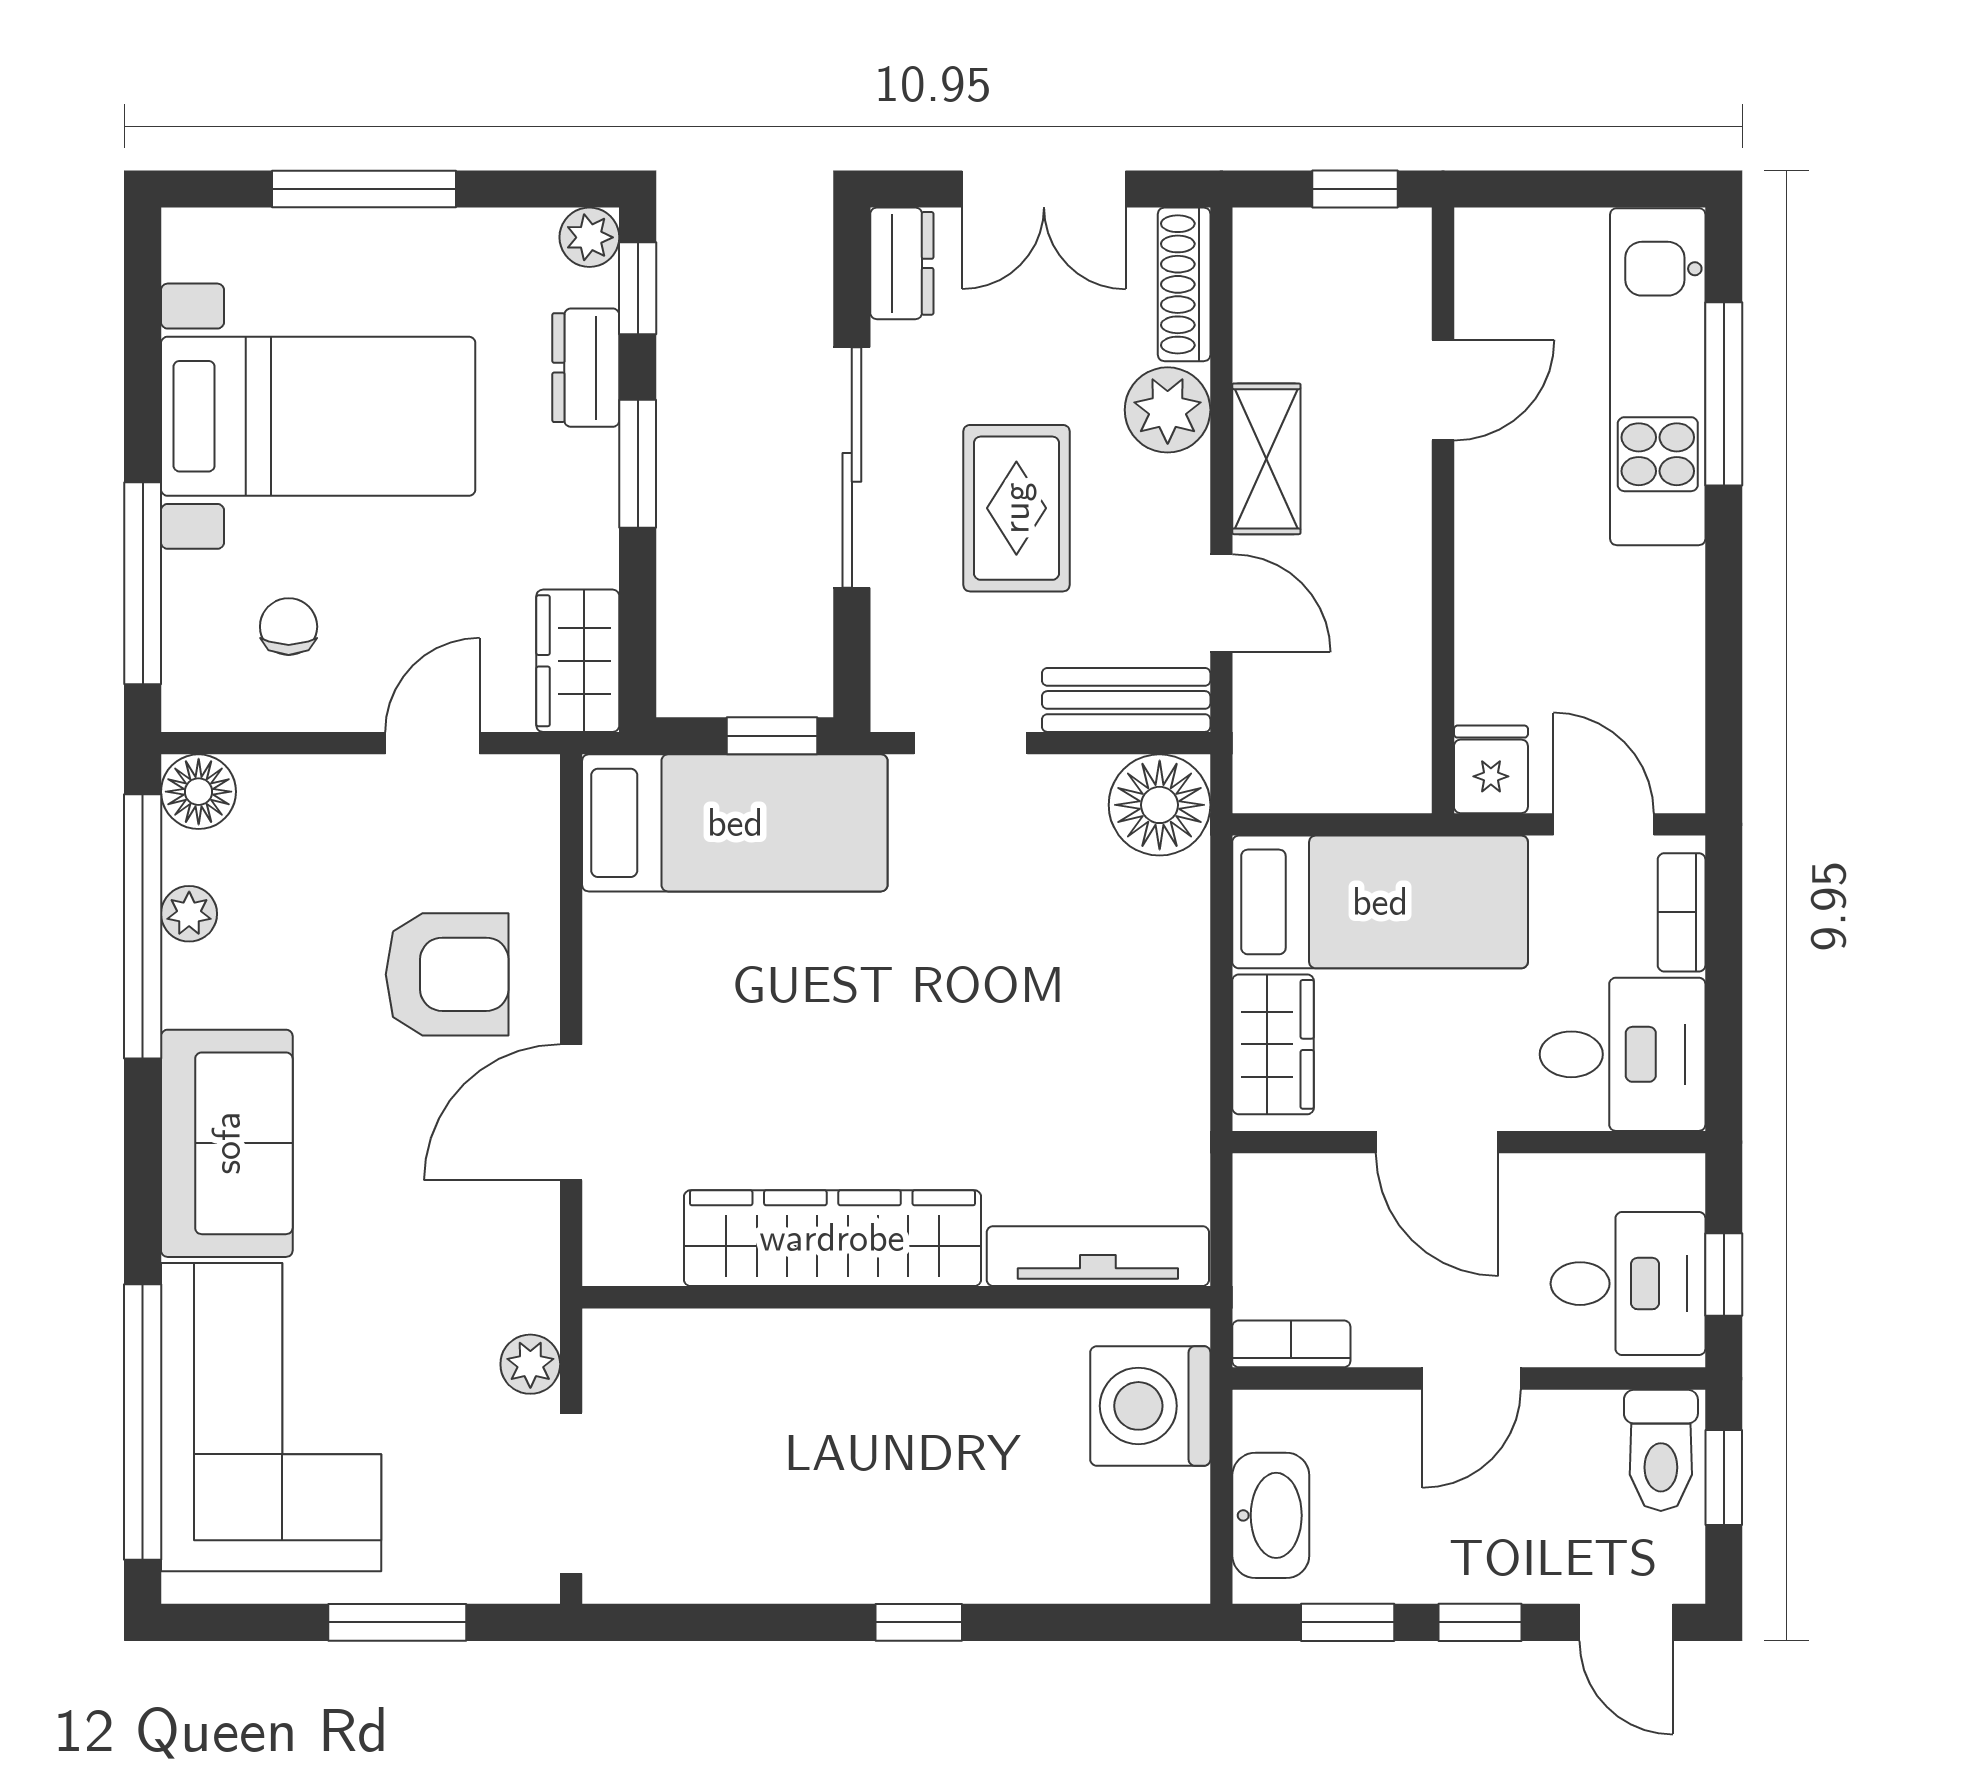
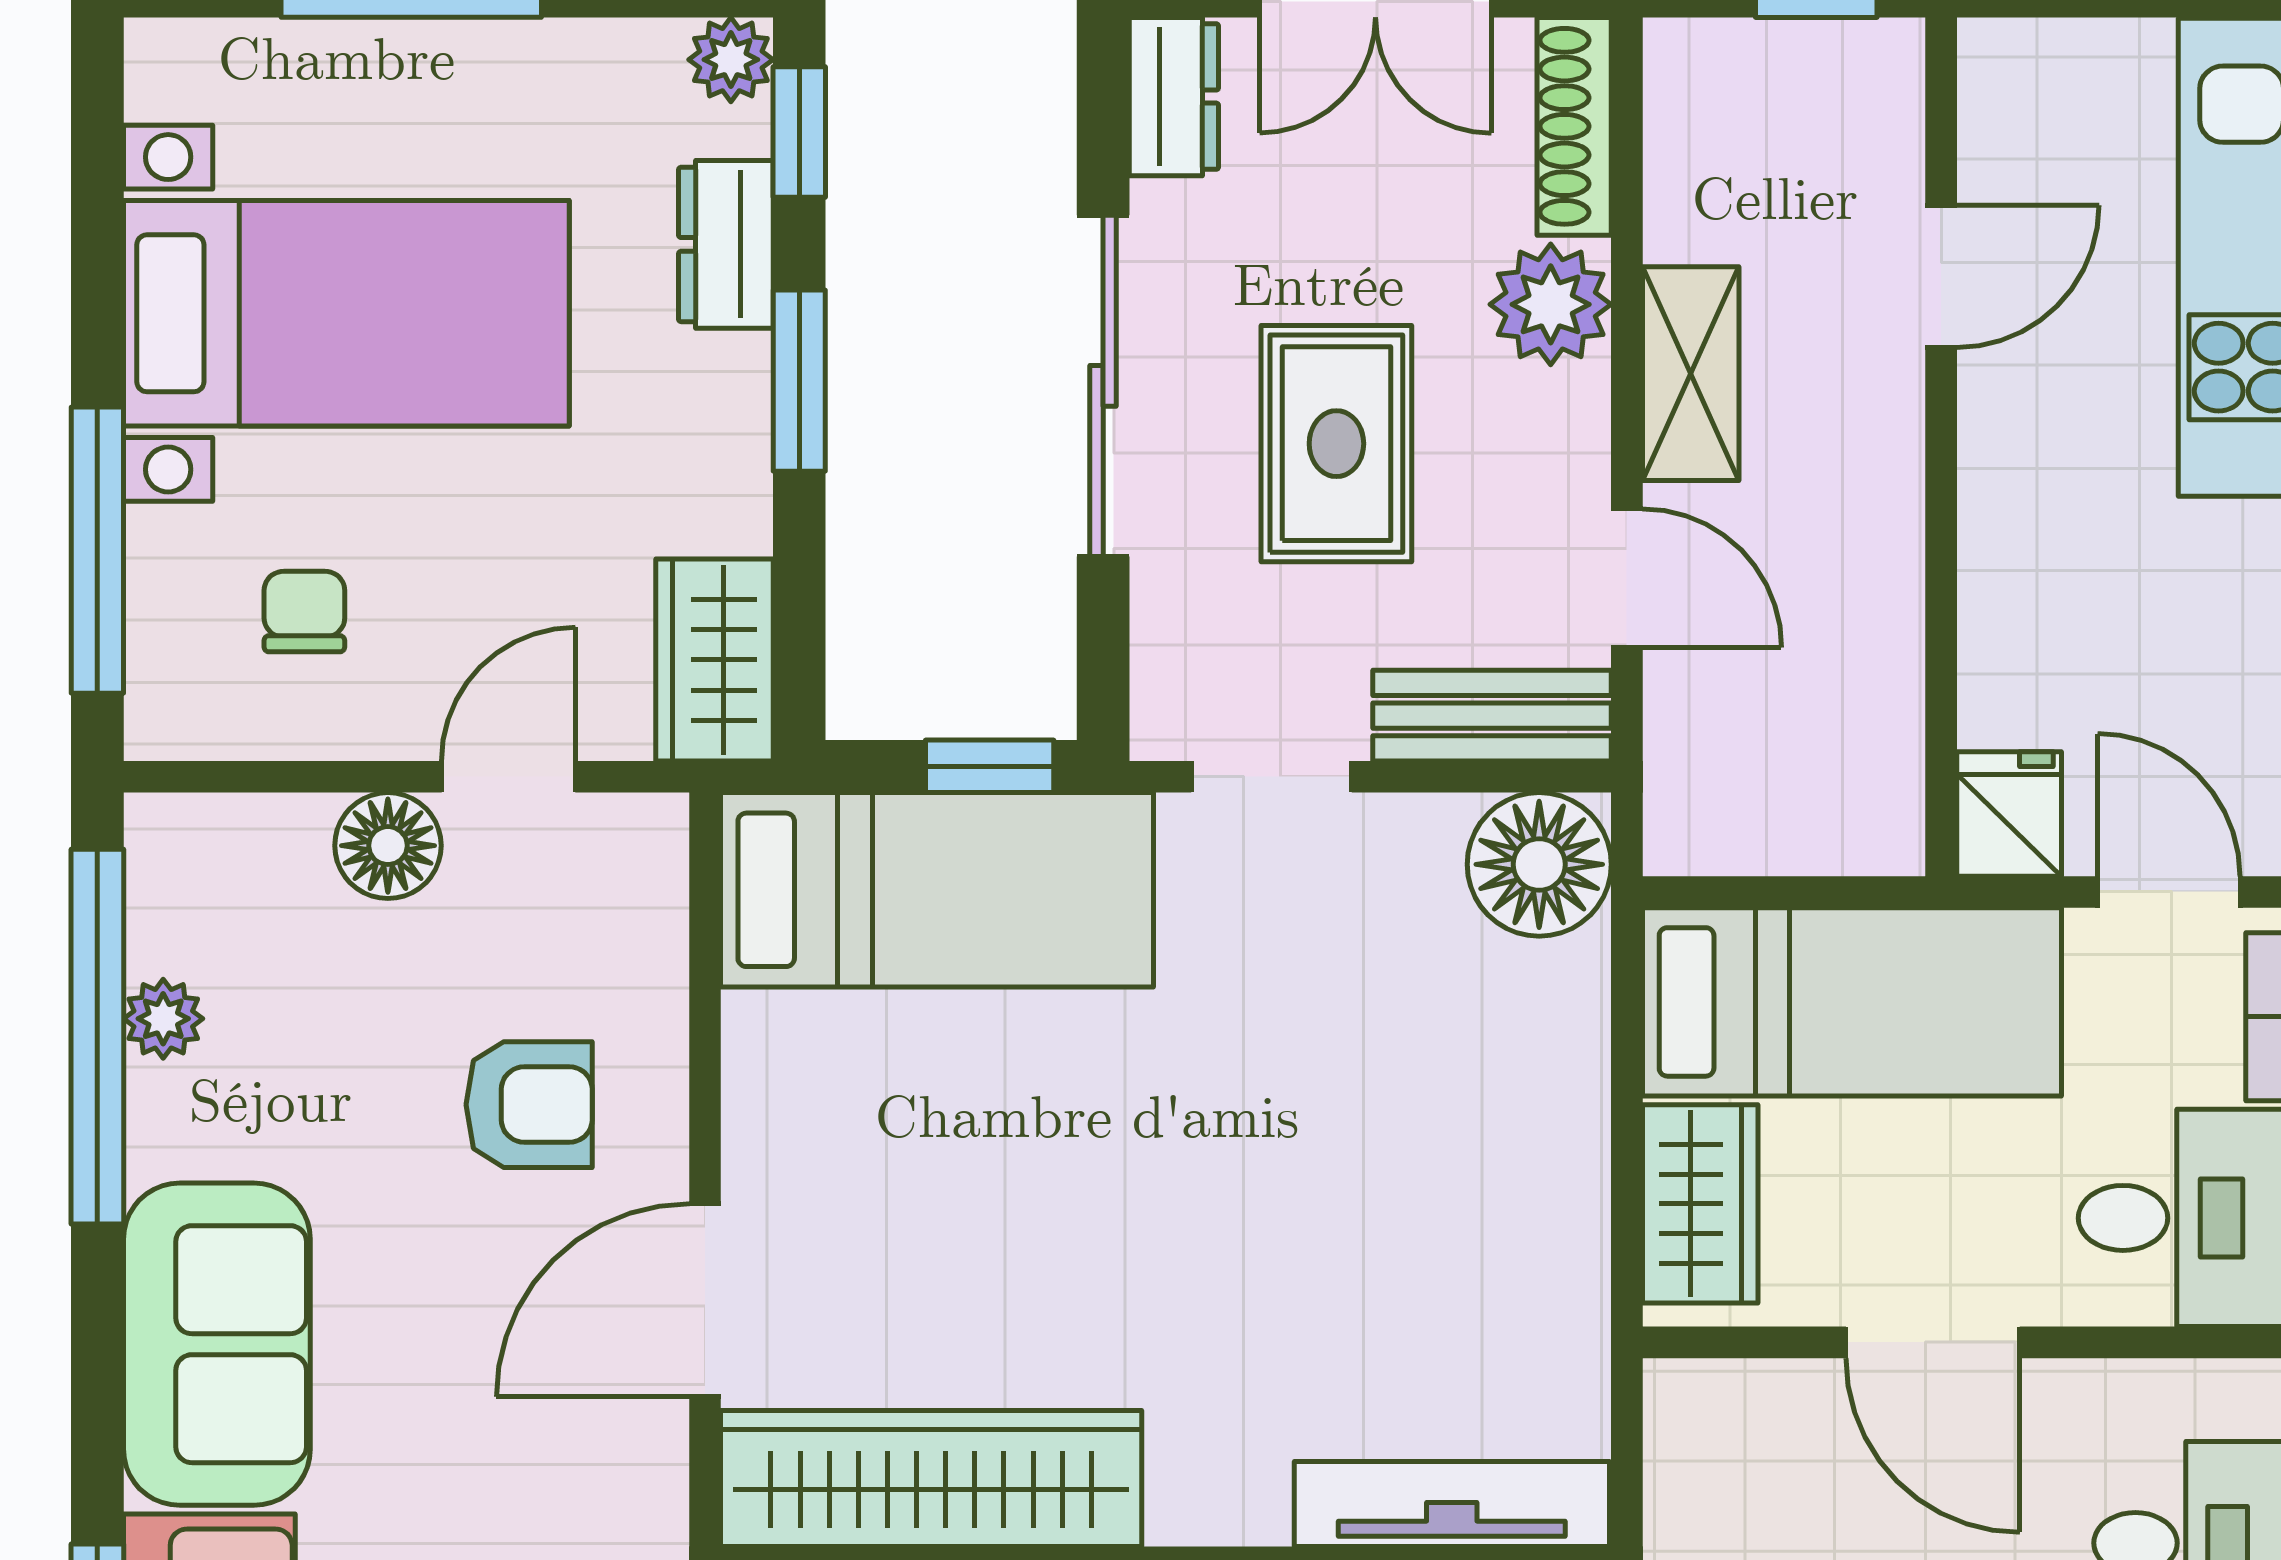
floor lamp: (199, 792) -> (388, 846), moved
armchair: (447, 974) -> (529, 1105), width x0.72, depth x0.72
wardrobe: (832, 1238) -> (931, 1479), moved

